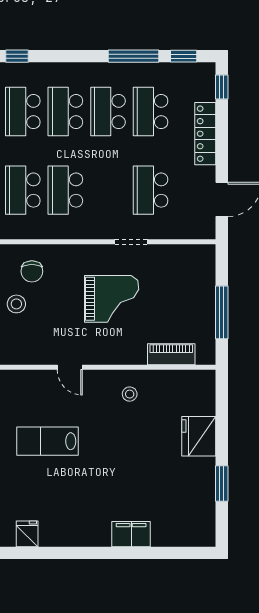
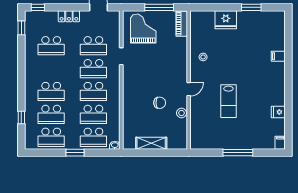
window: (133, 56) -> (21, 55), removed
school desk: (108, 112) -> (93, 69), moved
locker: (205, 134) -> (69, 16), width x0.66
chair: (32, 271) -> (160, 103), moved
grand piano: (112, 299) -> (143, 29), moved
stool: (16, 304) -> (181, 113), moved
piano: (171, 354) -> (182, 24), moved
filing cabinet: (131, 534) -> (278, 56), width x0.50

